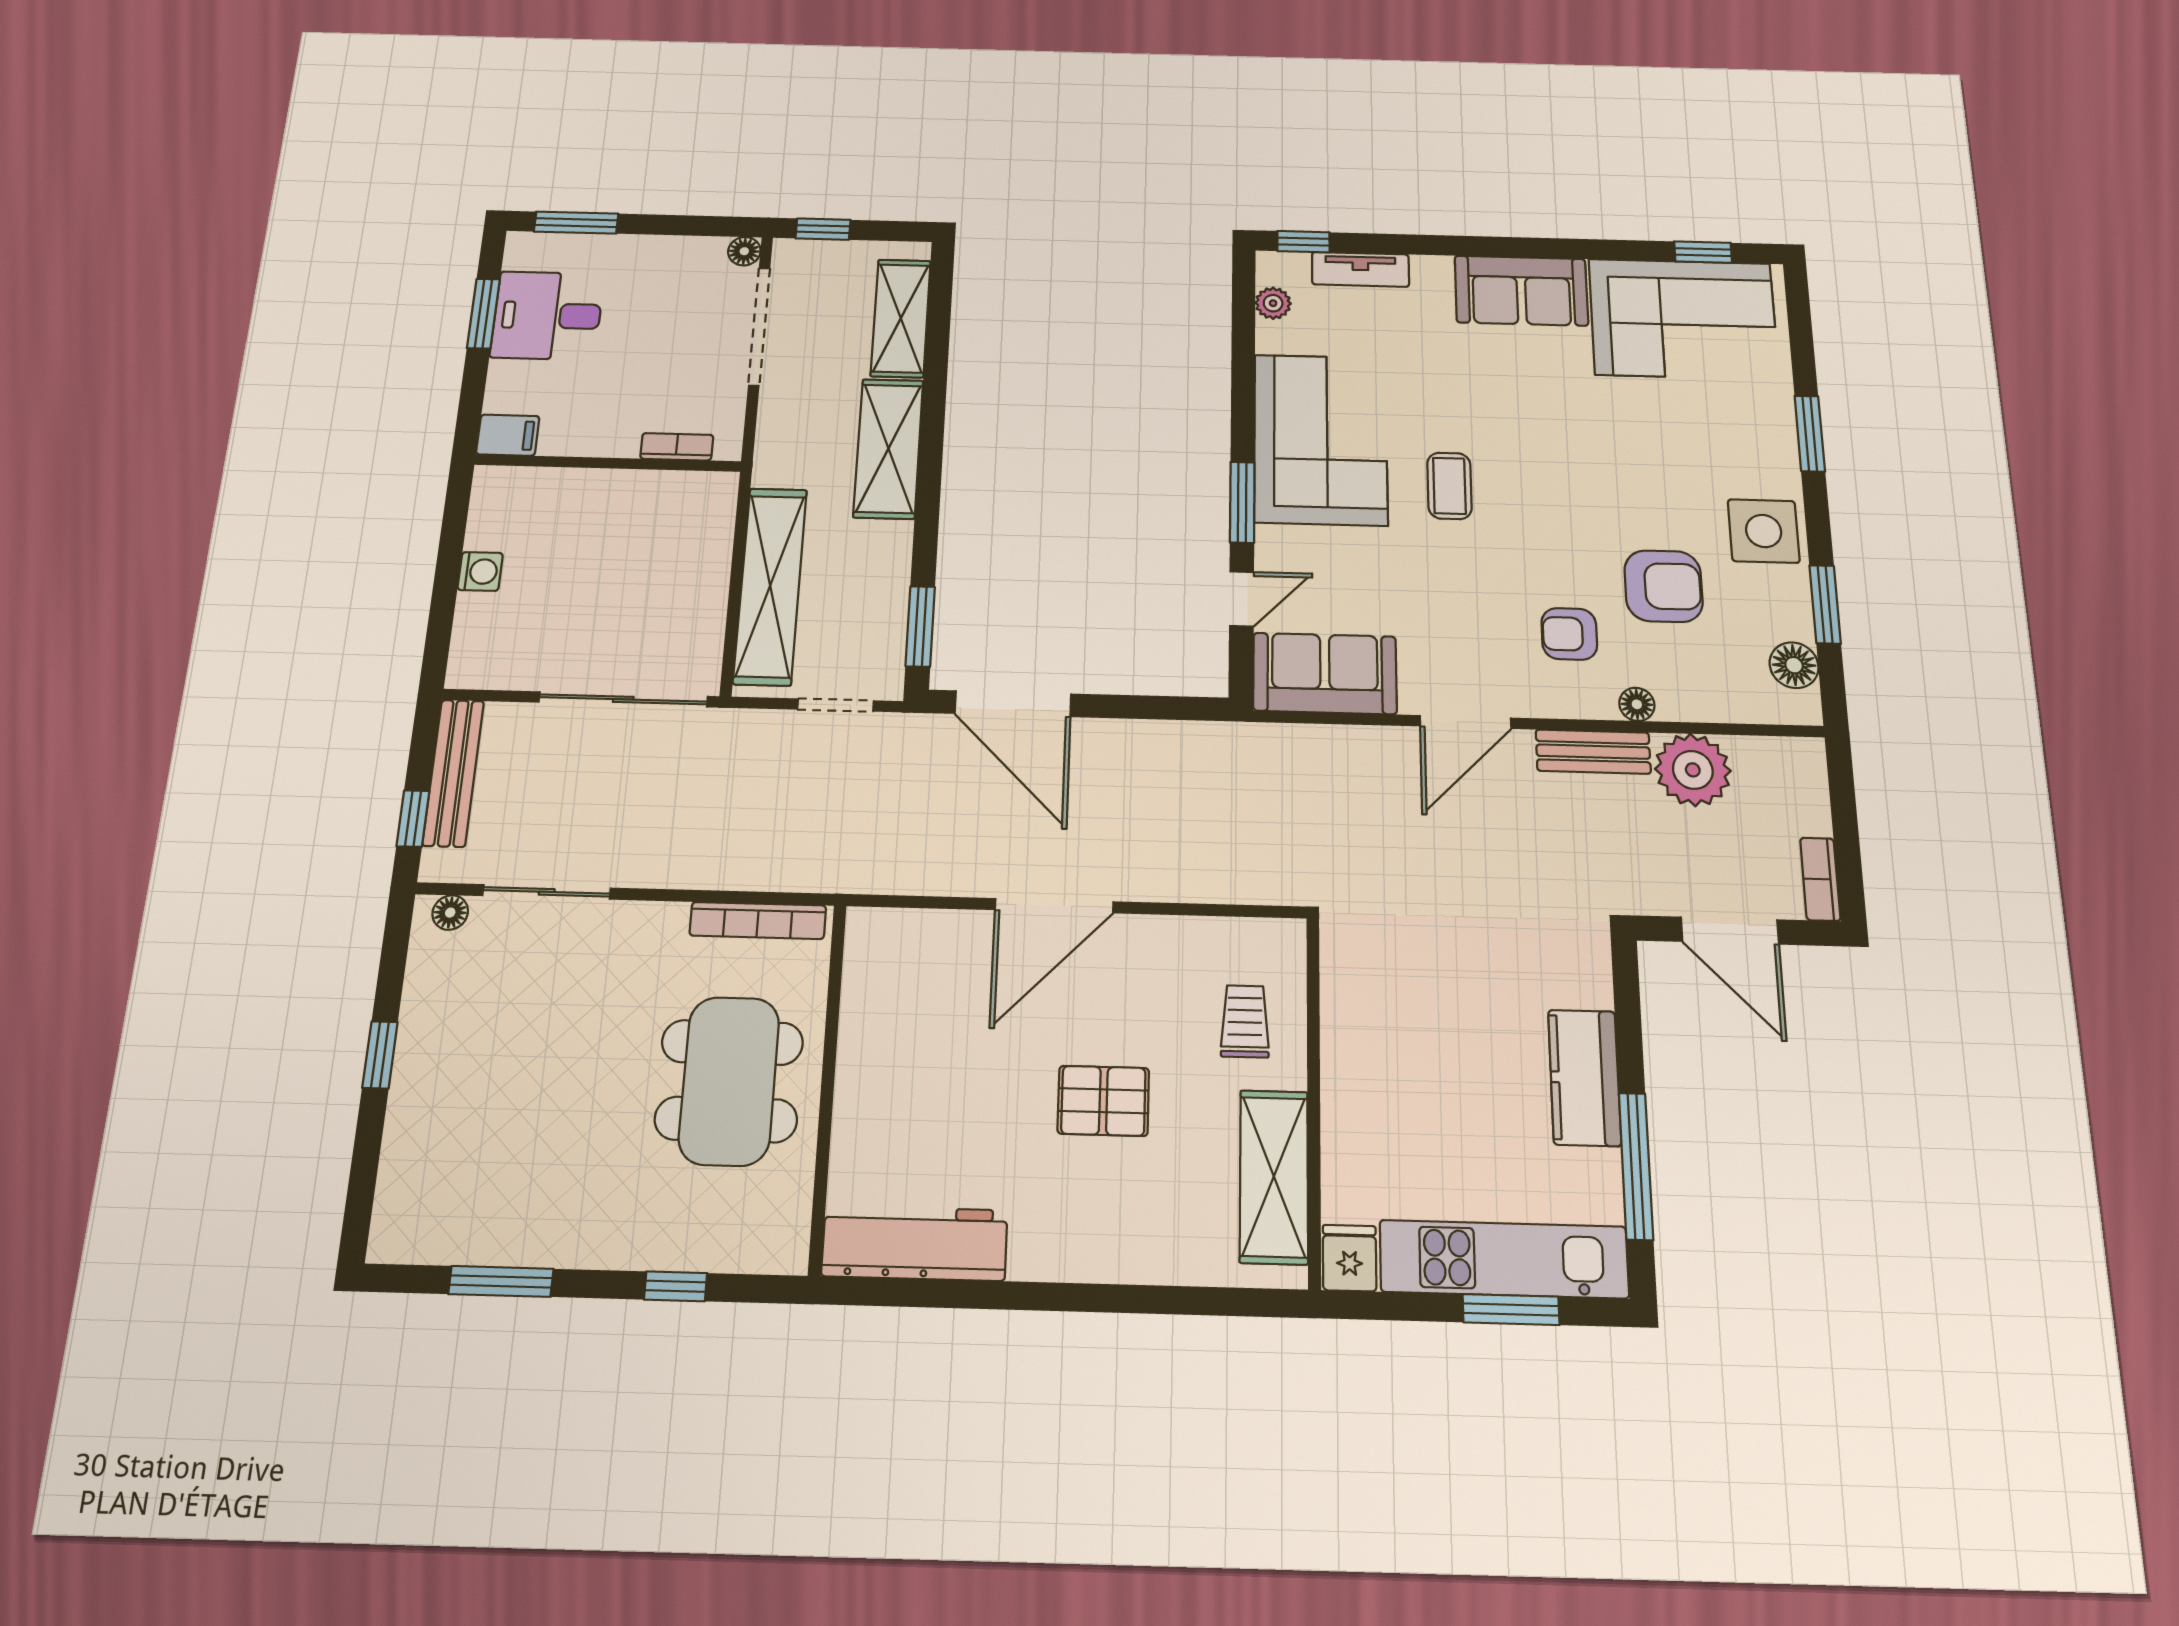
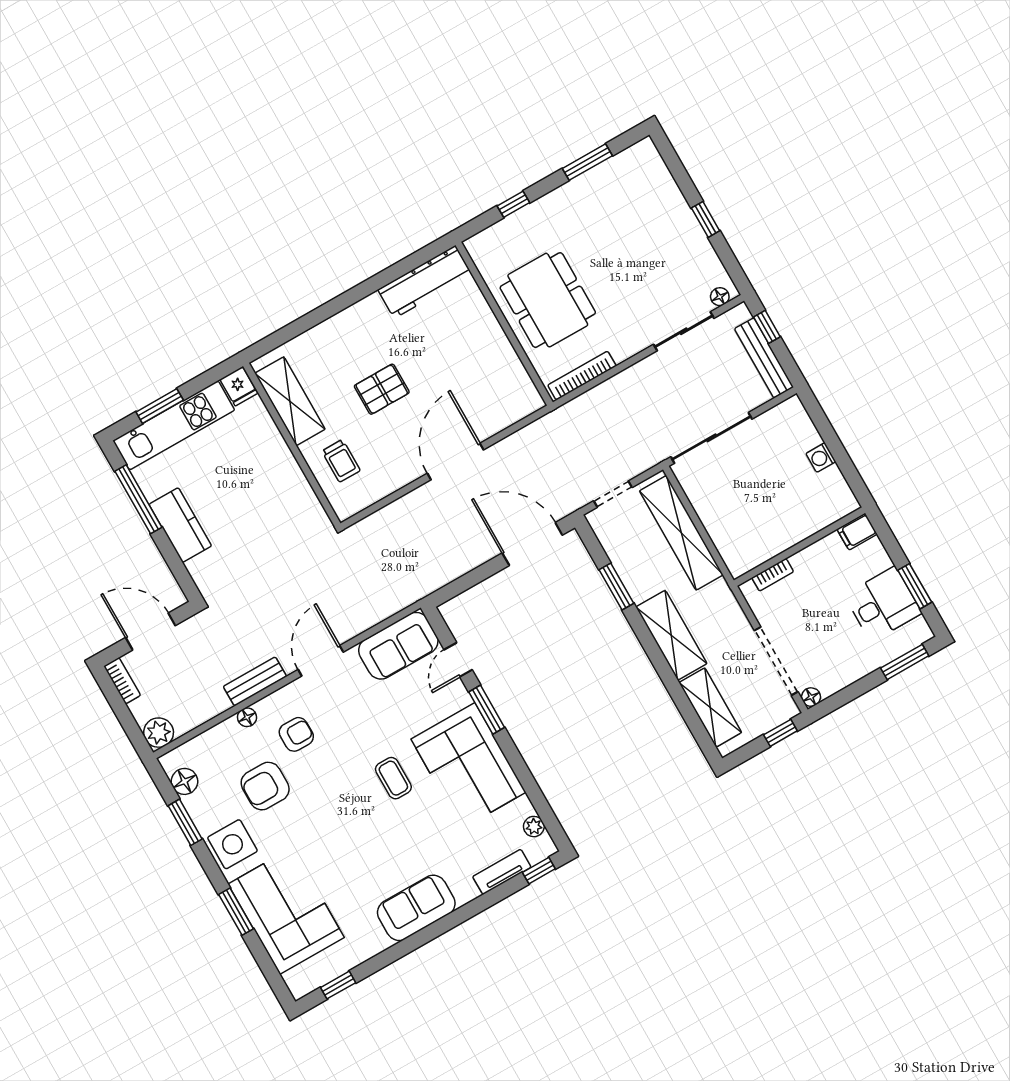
corner sofa: (1683, 319) -> (286, 911), moved, turned 90
window: (920, 626) -> (616, 586), moved
plant: (1693, 770) -> (159, 733), moved, width x0.73, depth x0.73

